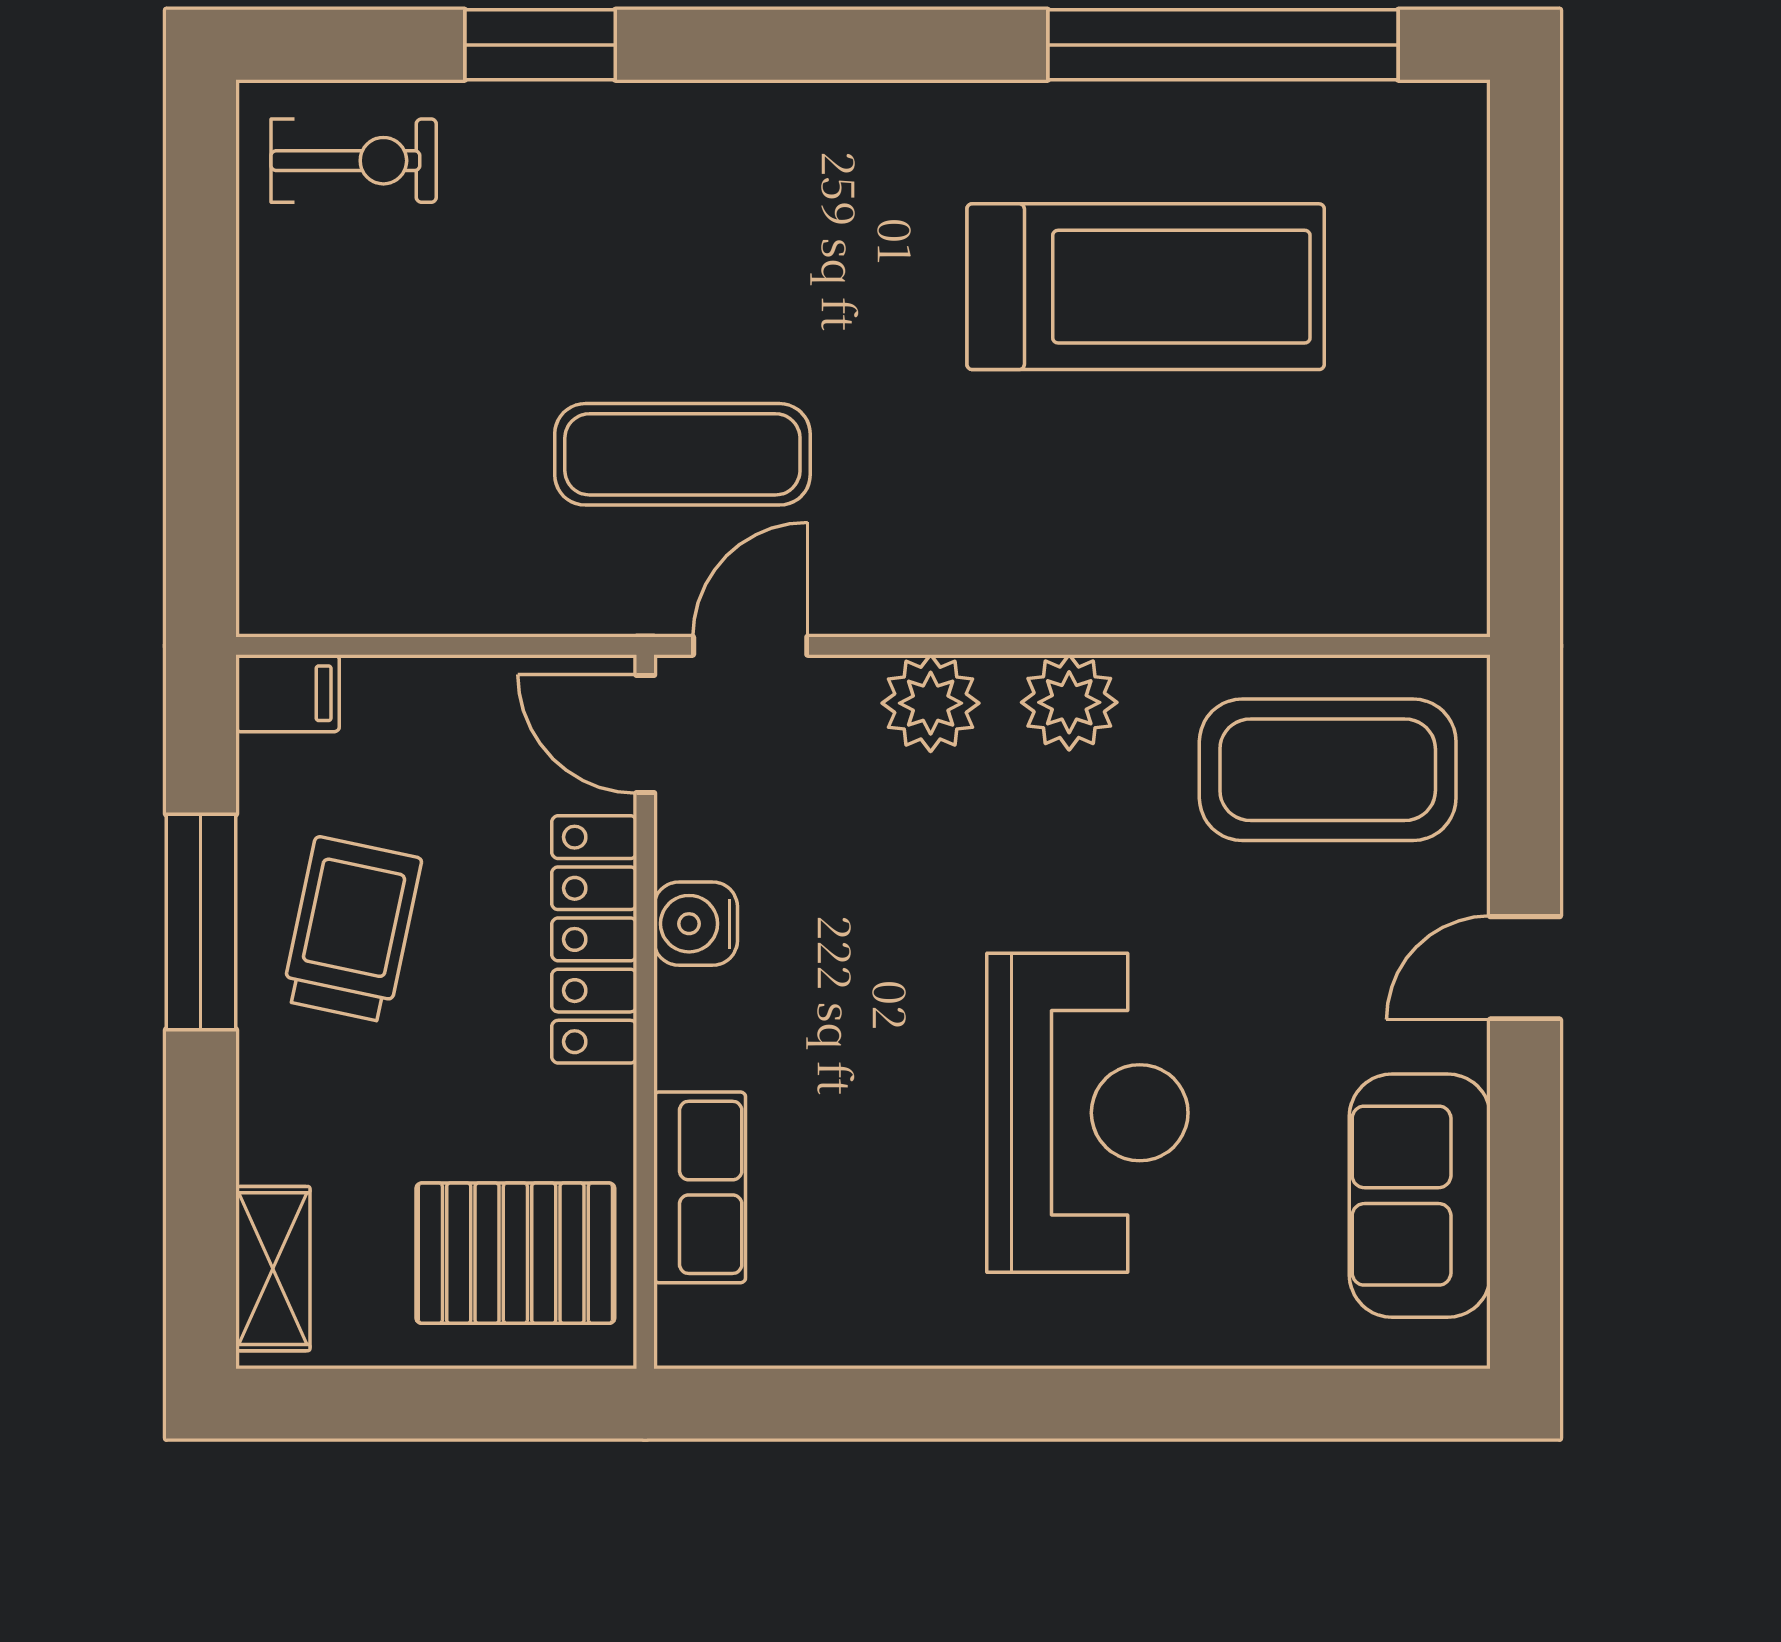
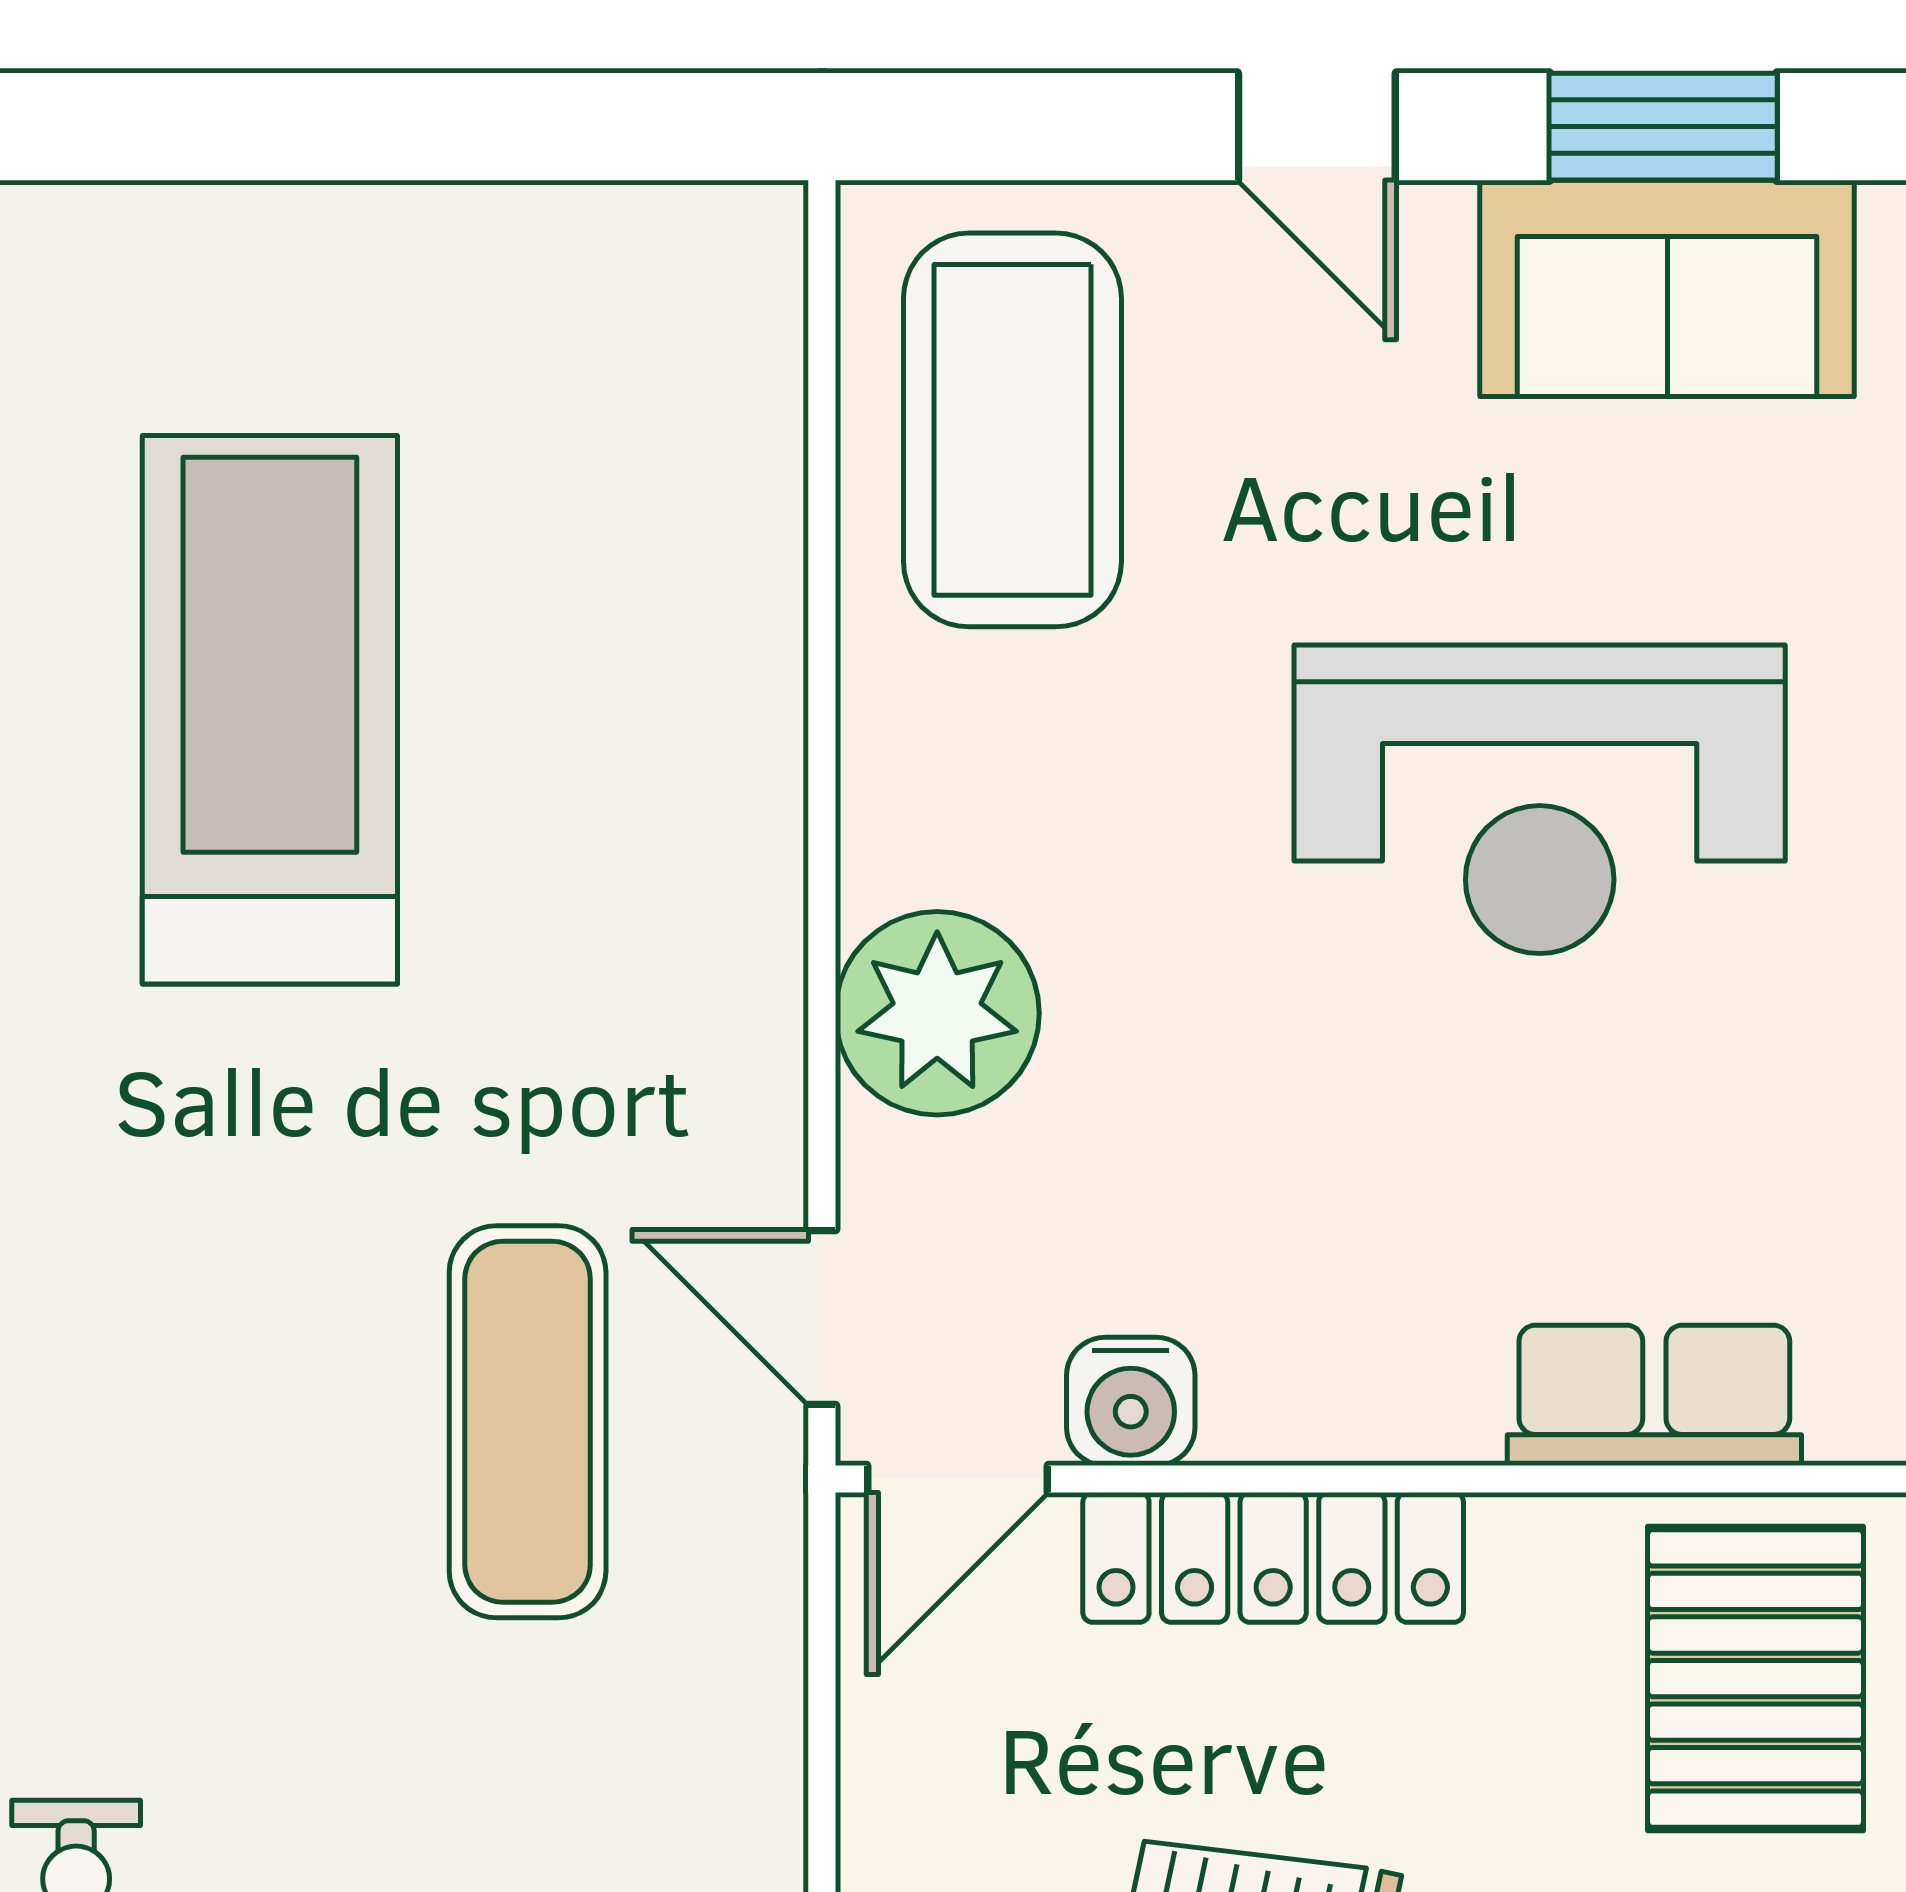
plant: (1069, 702) -> (909, 827), removed
plant: (931, 703) -> (937, 1013), width x1.36, depth x1.36
water cooler: (696, 924) -> (1131, 1401), moved
reception desk: (1087, 1113) -> (1540, 799), turned 180
window: (1525, 1193) -> (1663, 127), added

